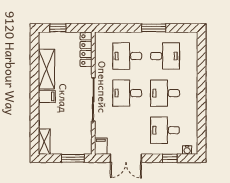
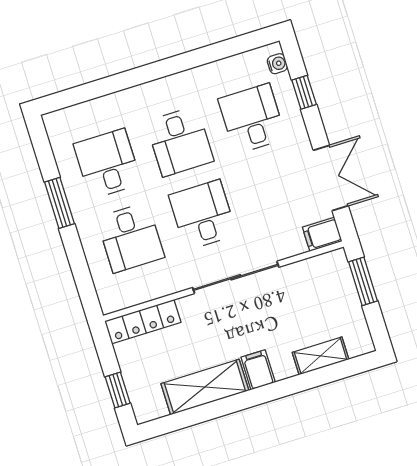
desk: (127, 93) -> (203, 215), turned 180
desk: (165, 130) -> (252, 119), turned 180
shelving: (44, 142) -> (321, 356), moved

